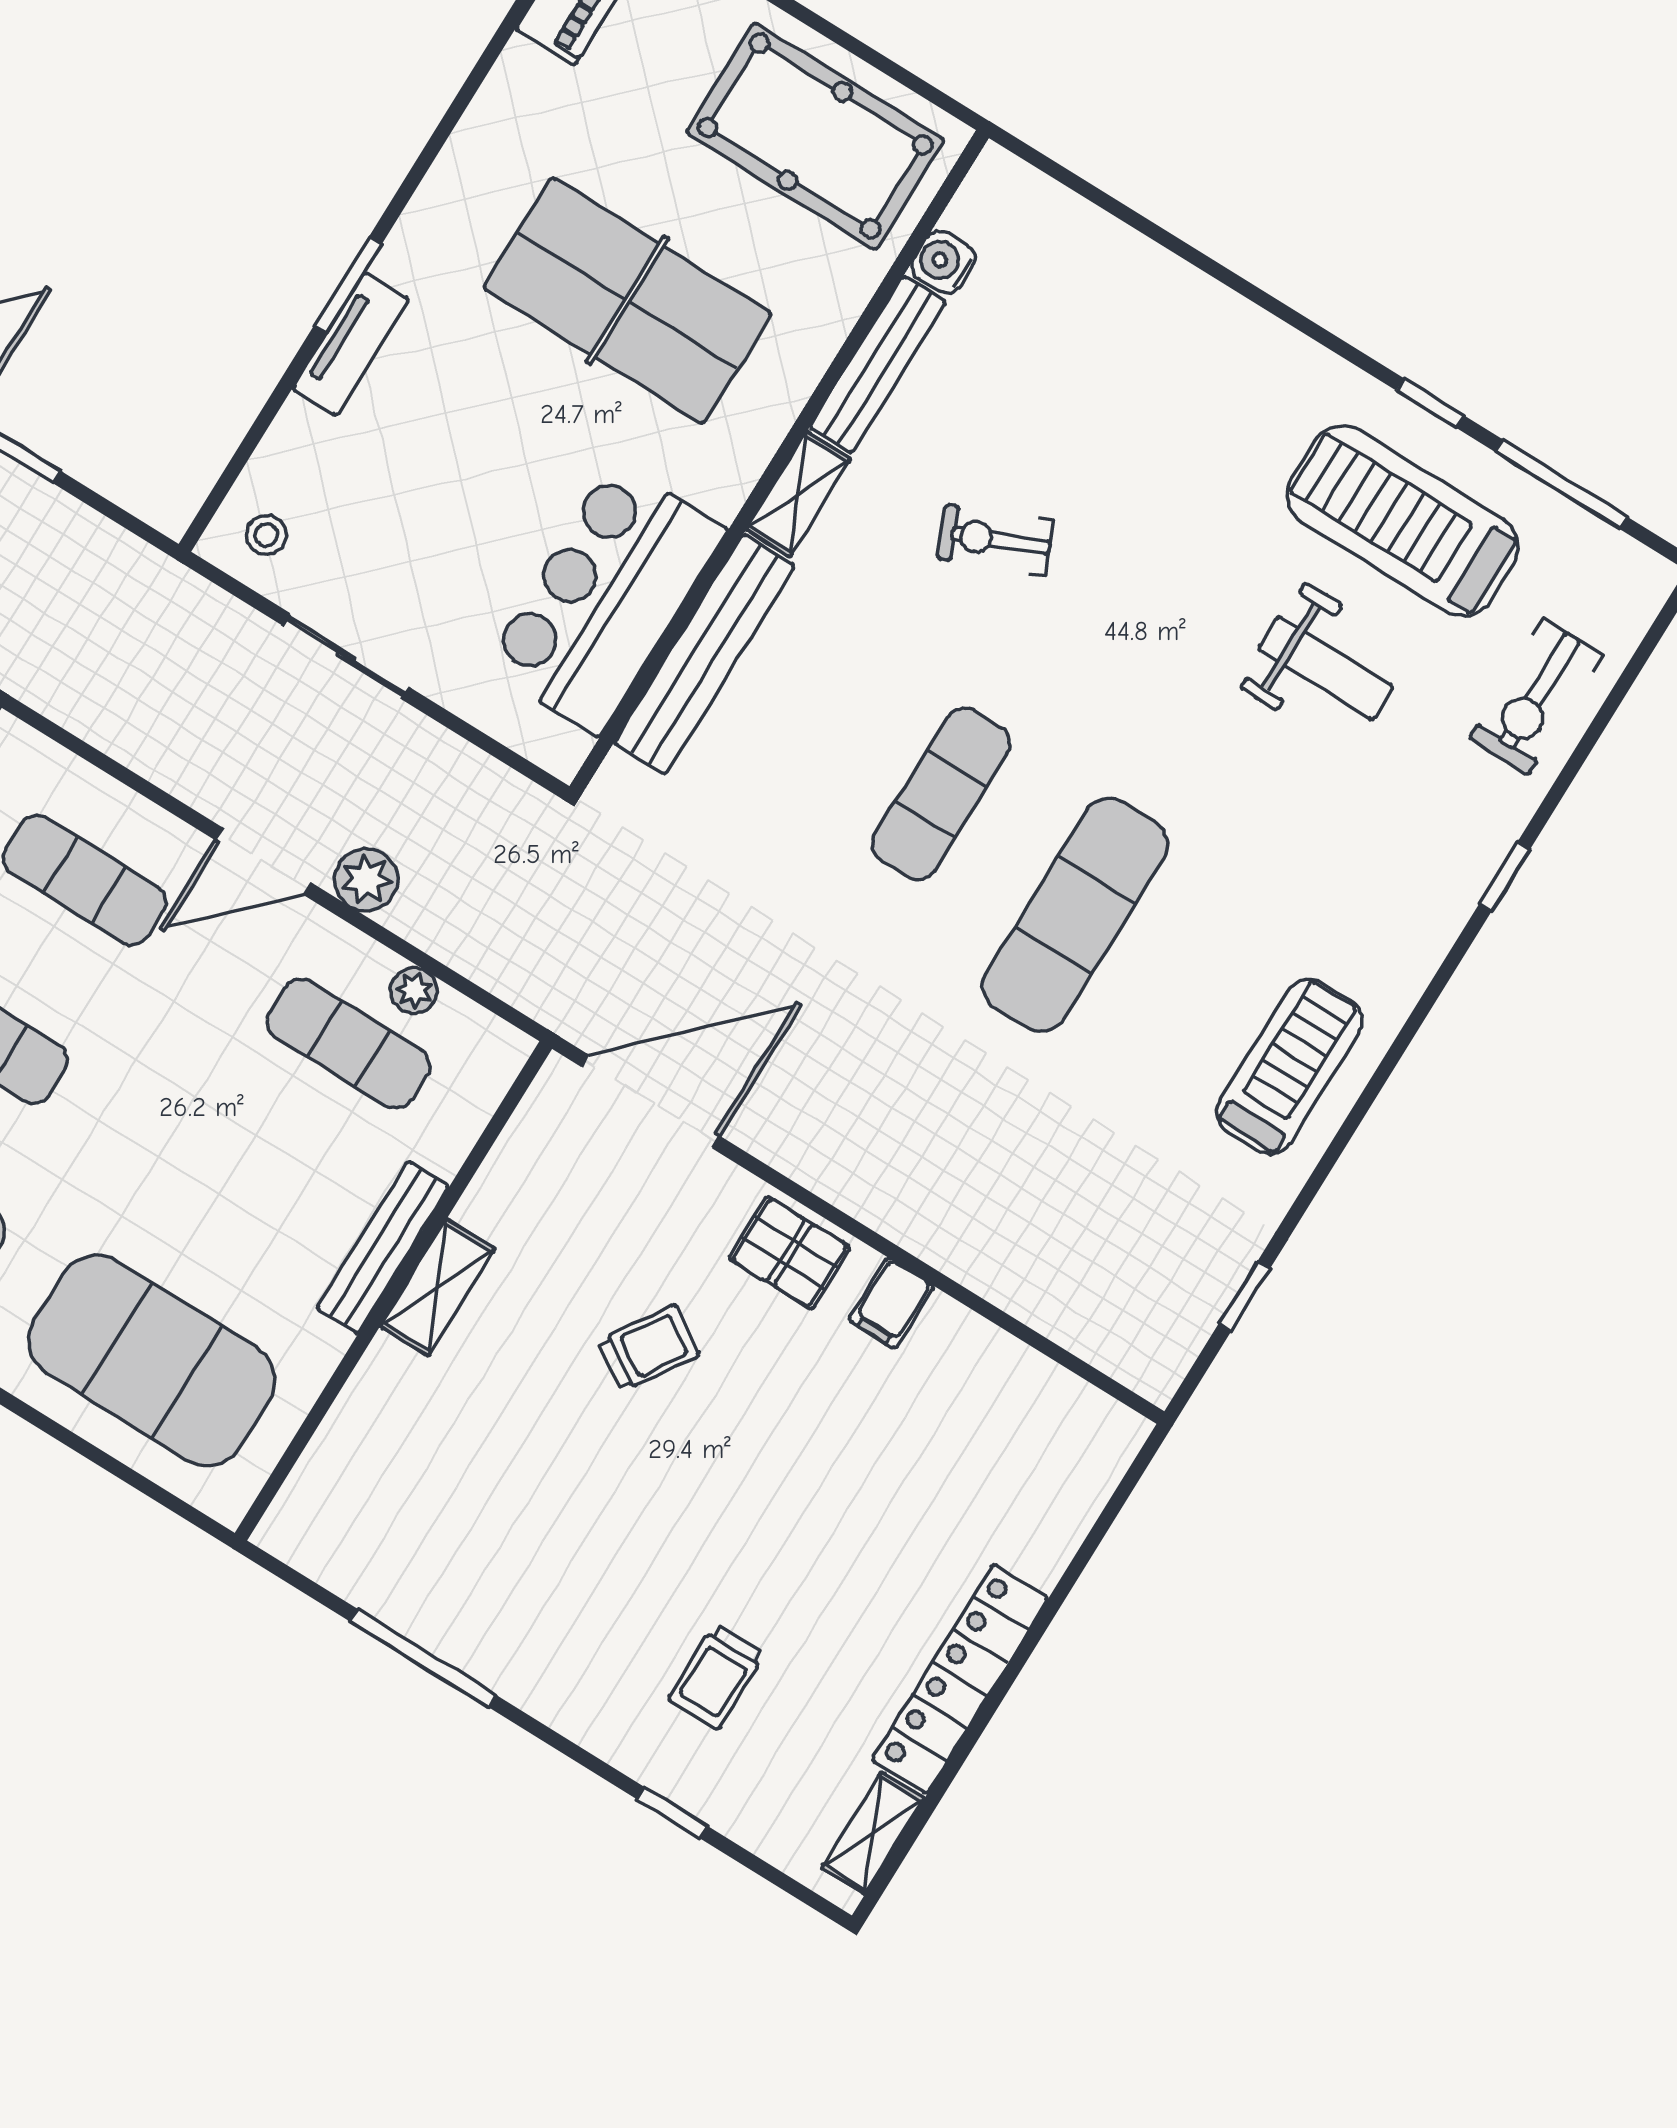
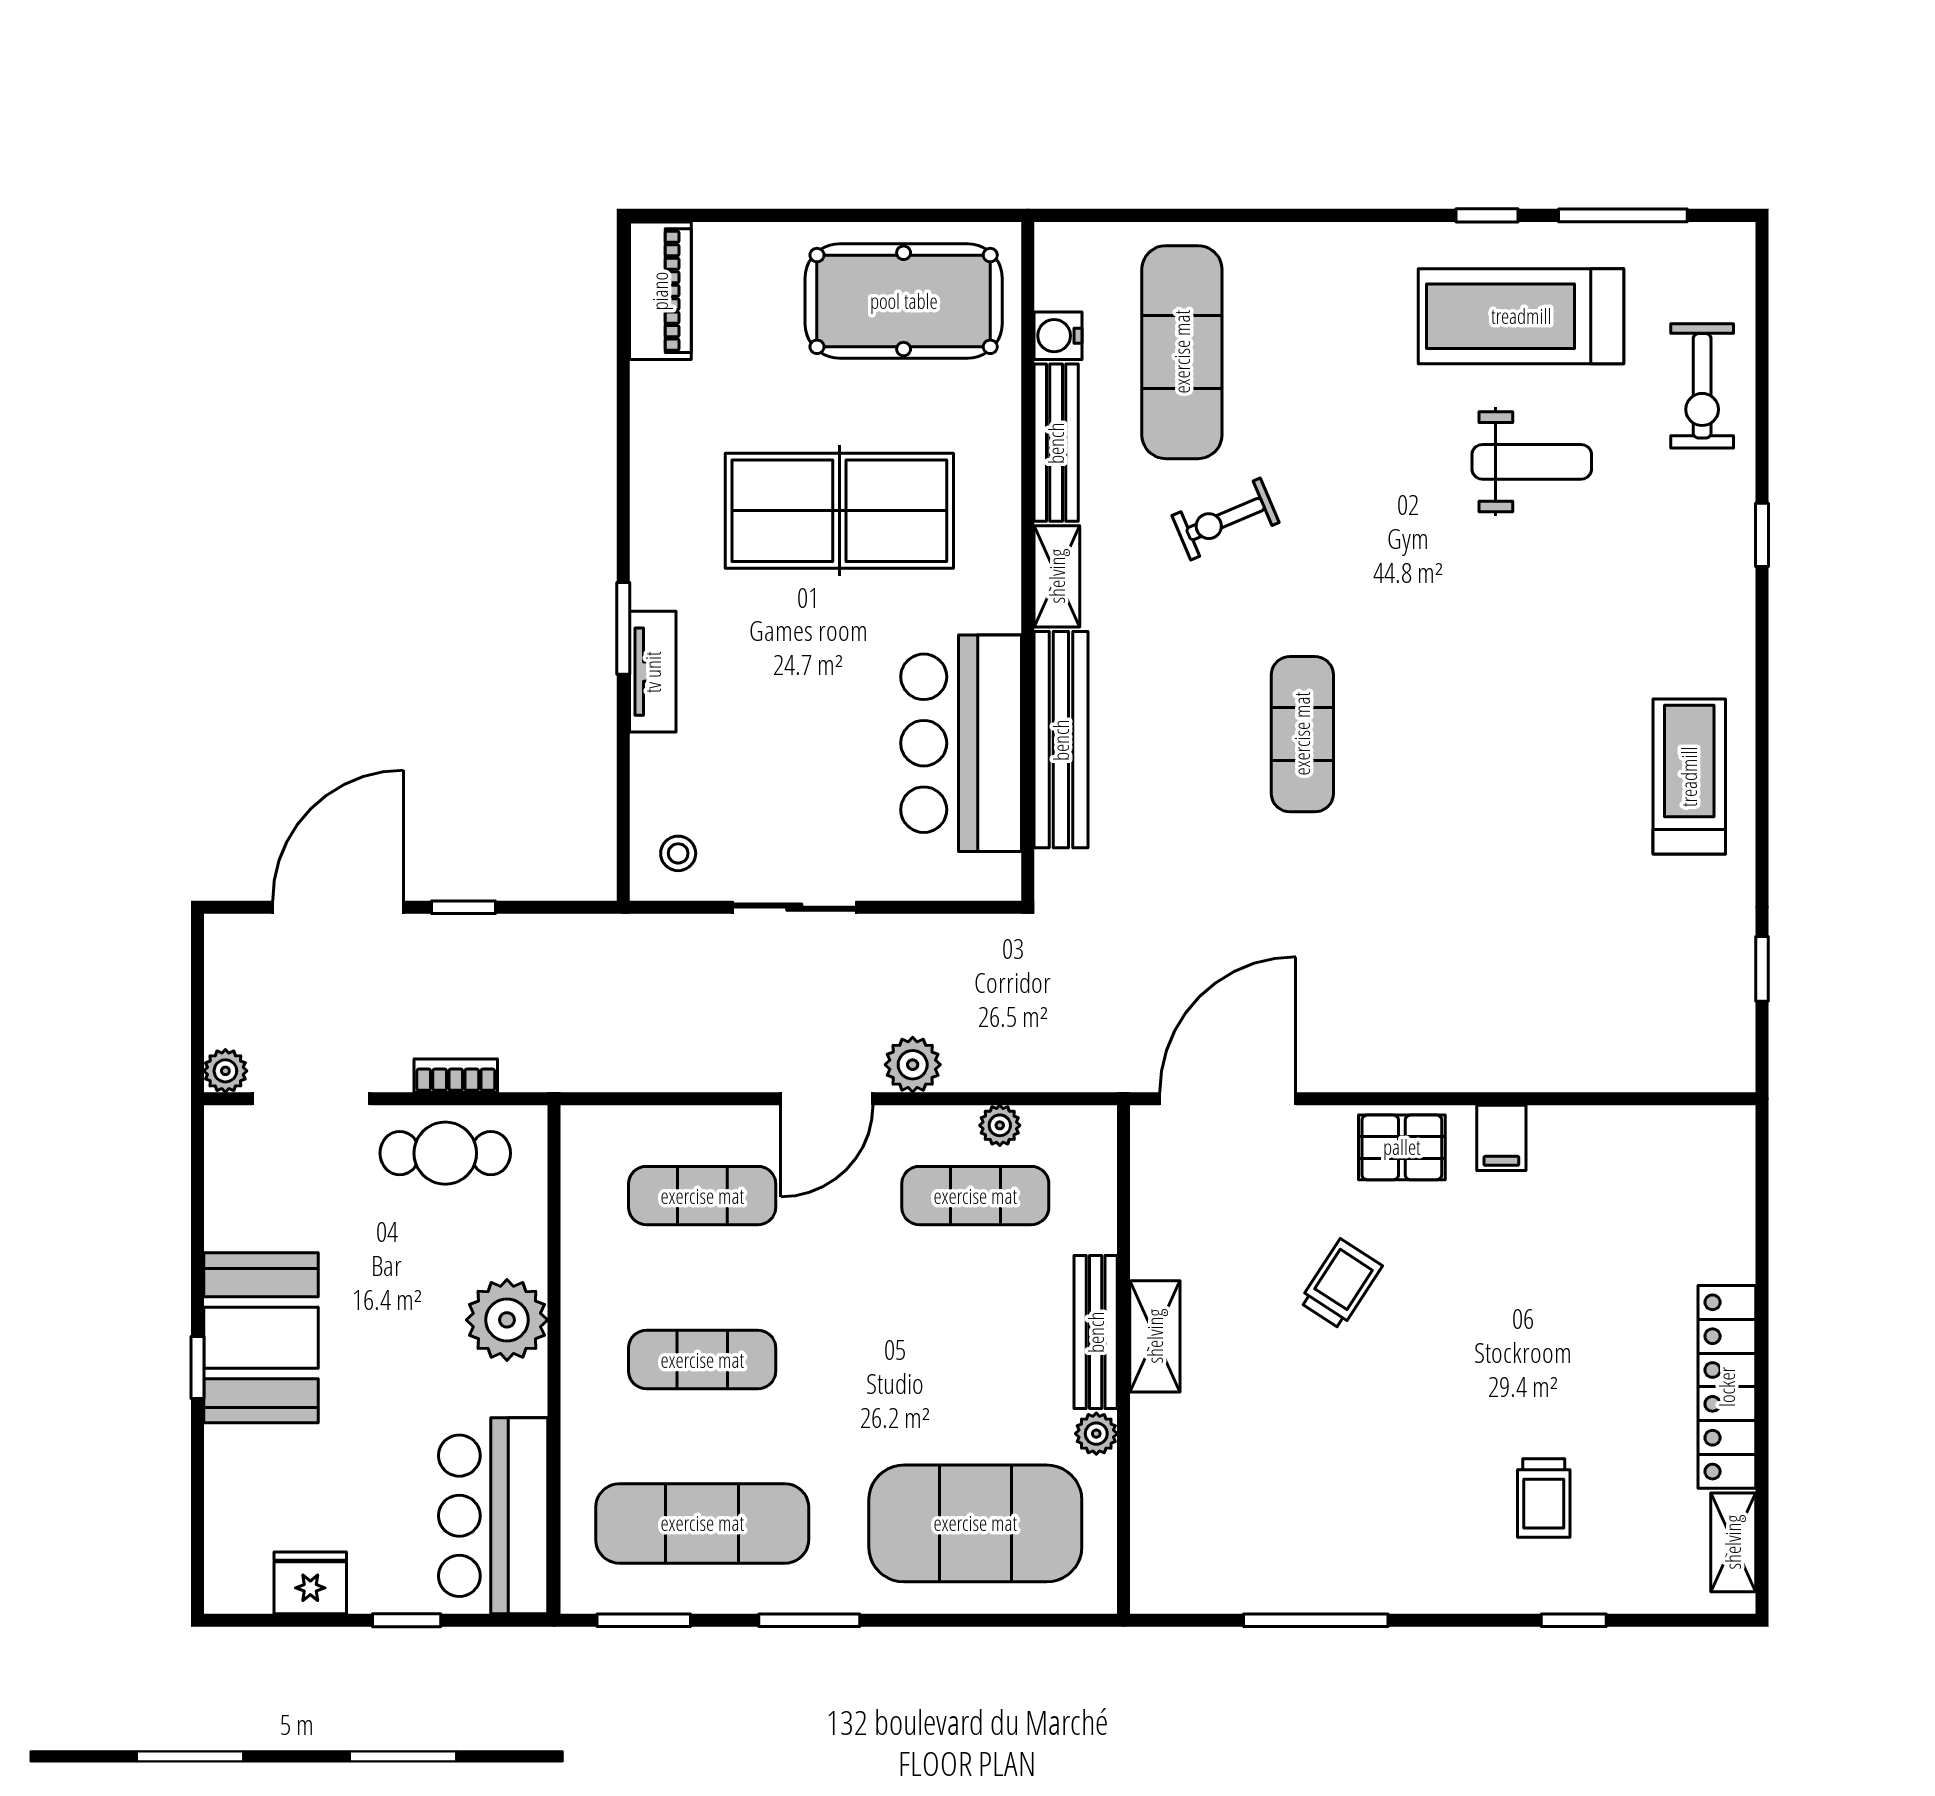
exercise mat: (1075, 915) -> (1182, 352), moved
plant: (323, 1346) -> (1096, 1434), added

